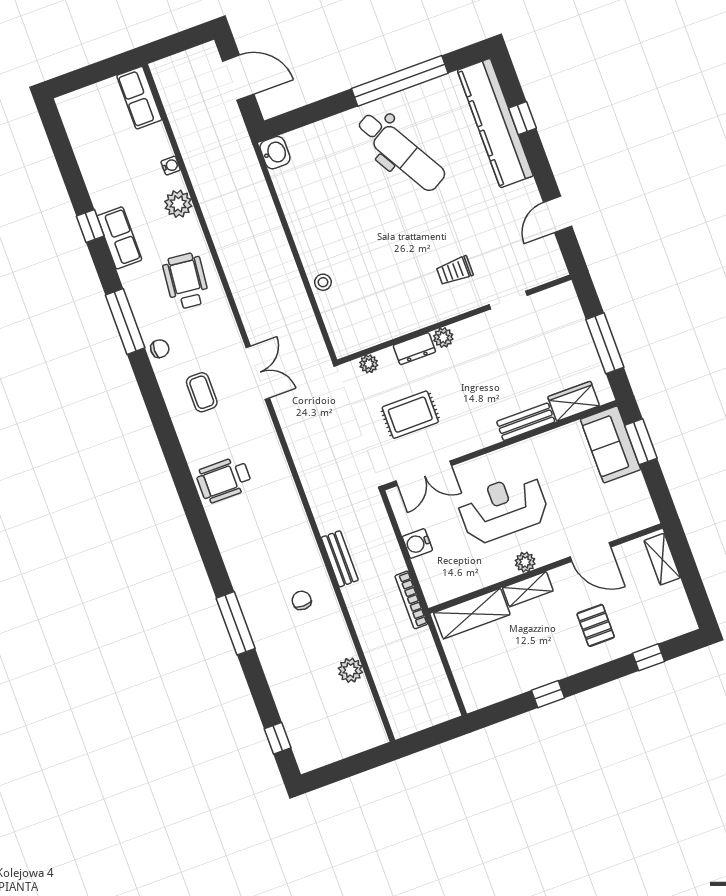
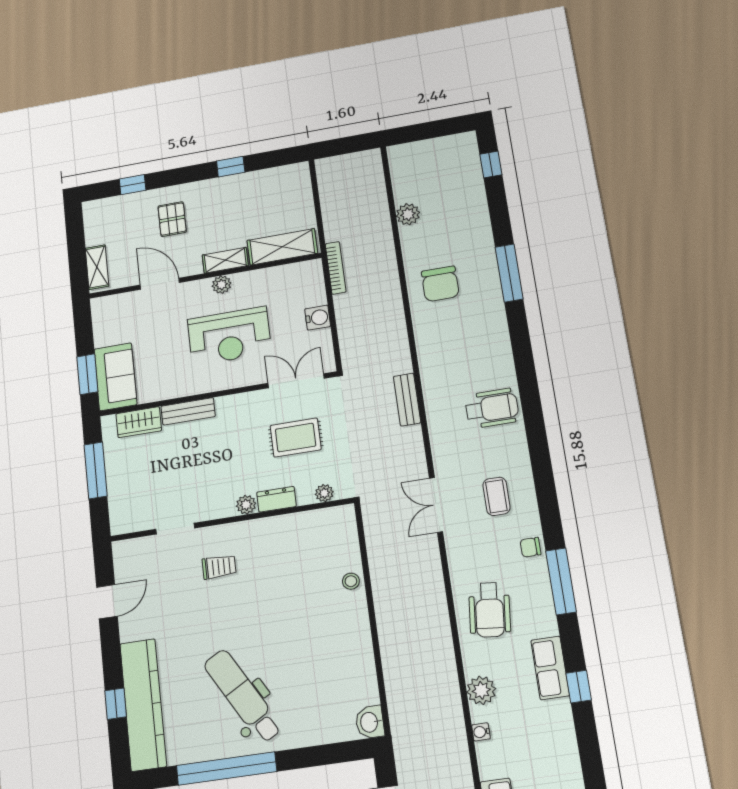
bench: (340, 559) -> (407, 400), moved
chair: (302, 600) -> (440, 284), width x1.87, depth x1.87

